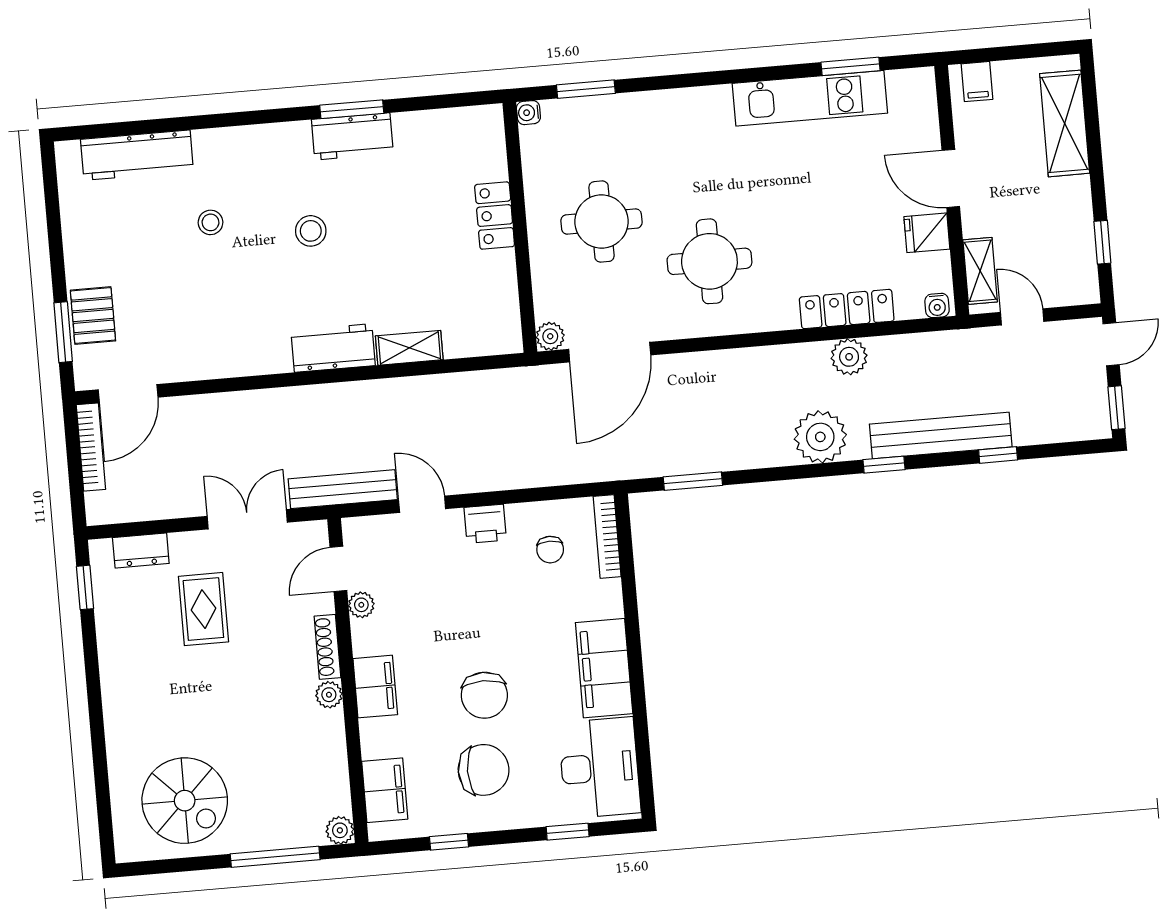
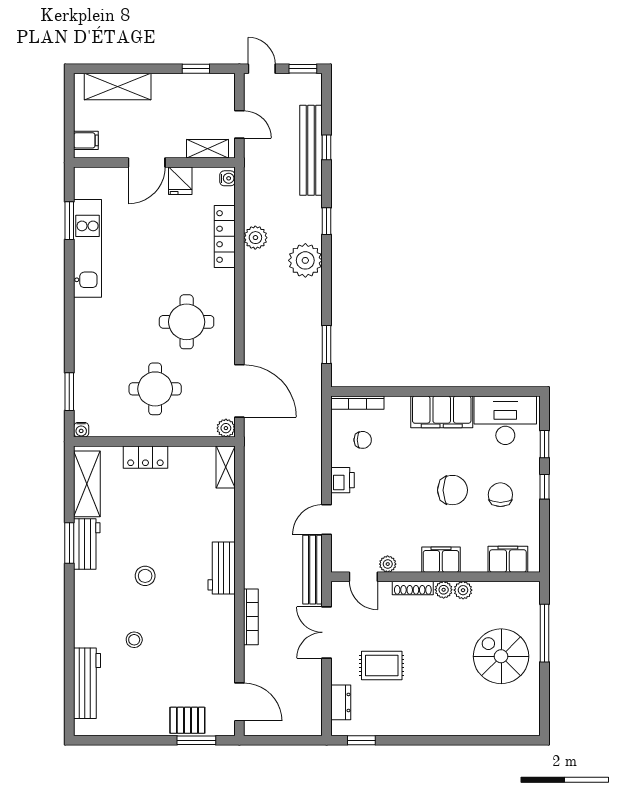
shelving: (446, 129) -> (87, 484), added
door: (1022, 317) -> (239, 124), swing flipped
shelving: (409, 348) -> (226, 467), moved
bench: (941, 435) -> (311, 150), moved
bookcase: (91, 447) -> (251, 617), moved, turned 90
chair: (484, 770) -> (500, 495), width x0.73, depth x0.73
spiral stairs: (185, 801) -> (501, 656), moved, turned -90
plant: (340, 830) -> (463, 590), moved
window: (449, 842) -> (545, 487), moved

